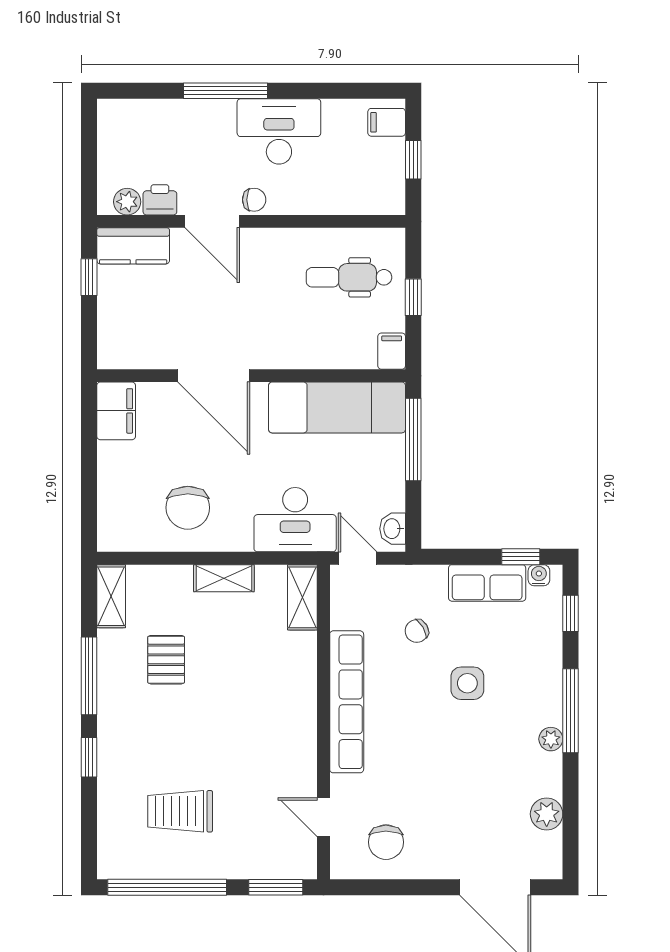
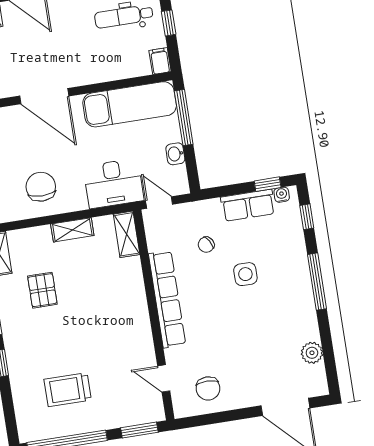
chair: (188, 508) -> (41, 187), turned 180
washbasin: (393, 529) -> (175, 154), moved
plant: (551, 739) -> (307, 302), removed

